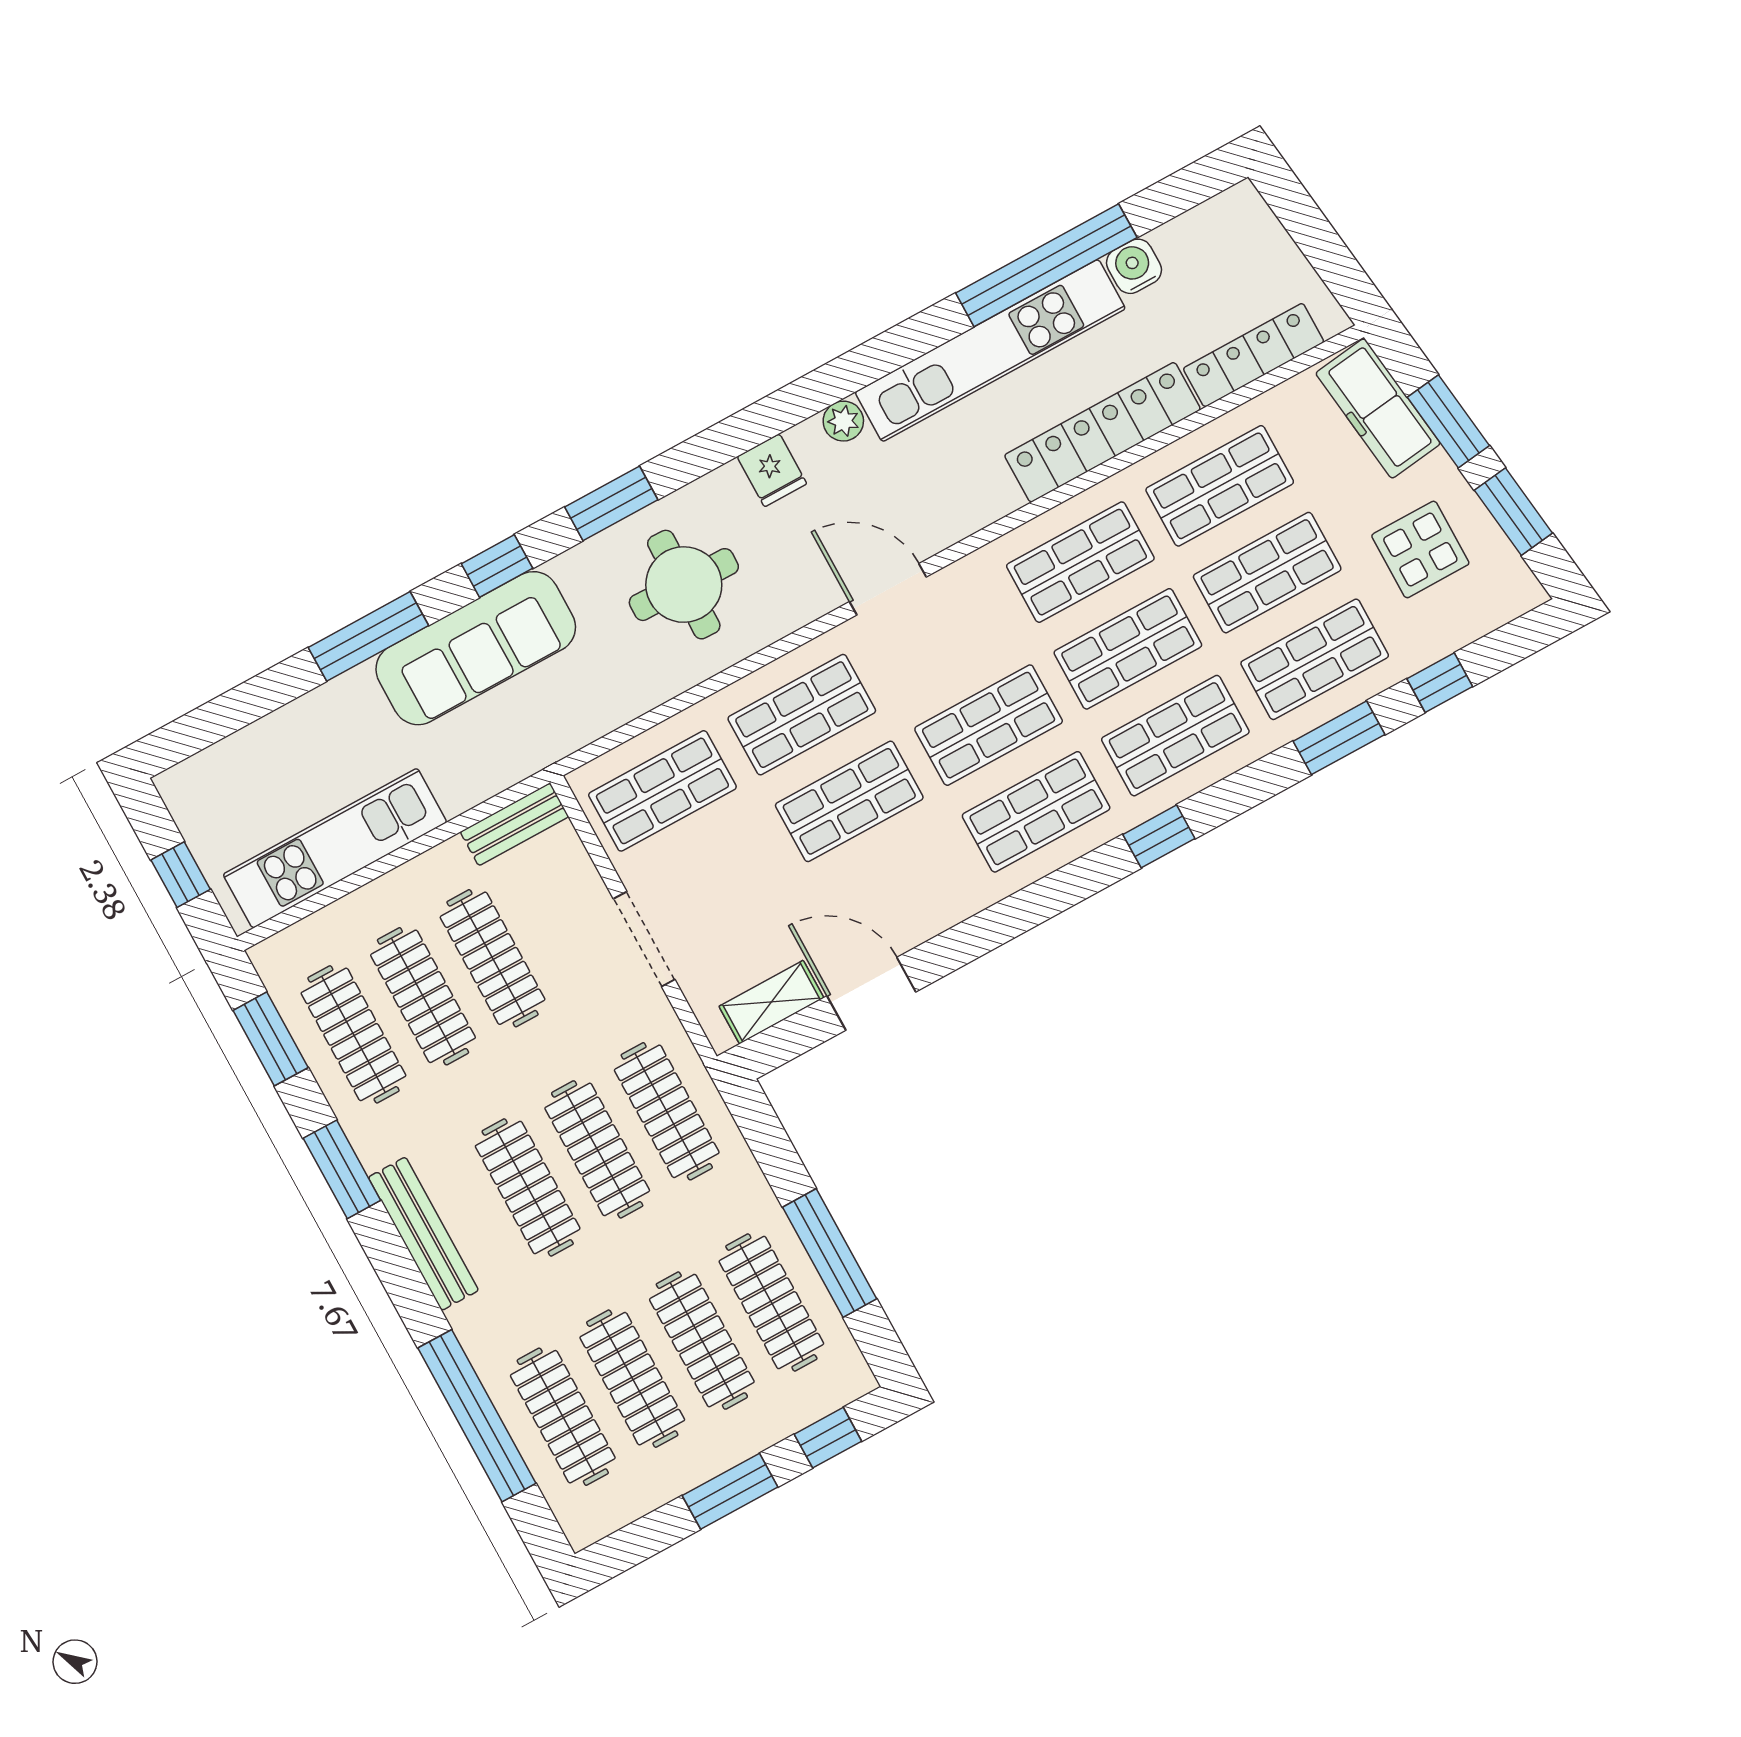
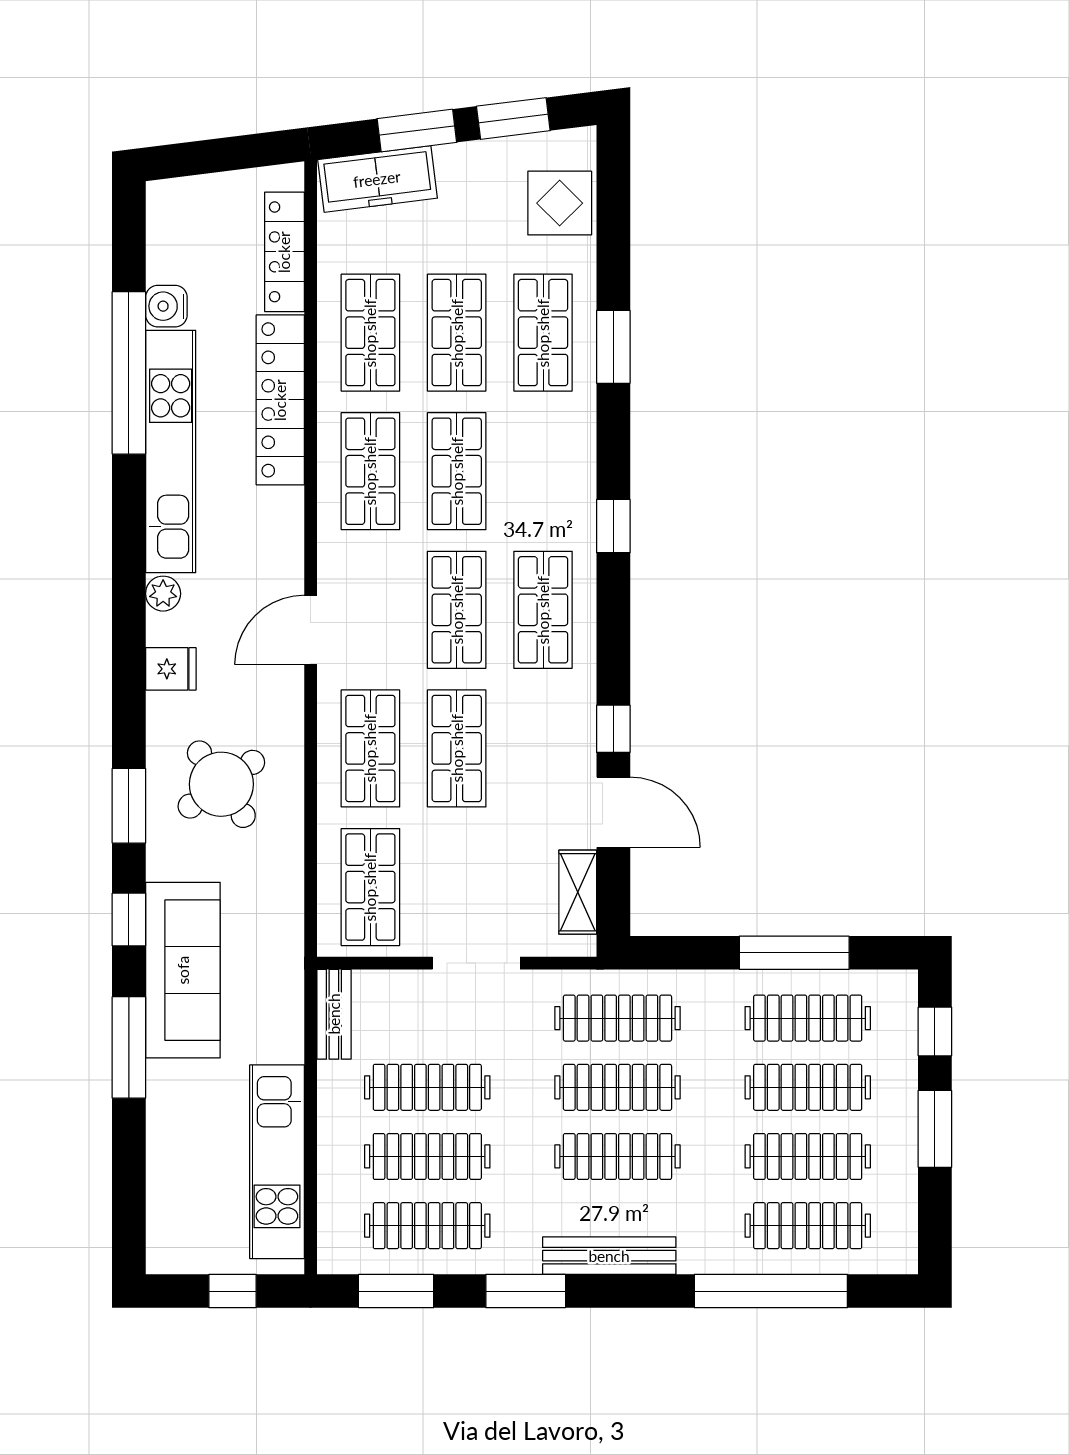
display table: (1420, 549) -> (560, 203), moved
round table: (684, 585) -> (221, 784), turned -36
window: (1440, 683) -> (613, 729), moved
shop shelf: (1175, 736) -> (543, 471), removed
door: (871, 994) -> (613, 812), swing flipped

